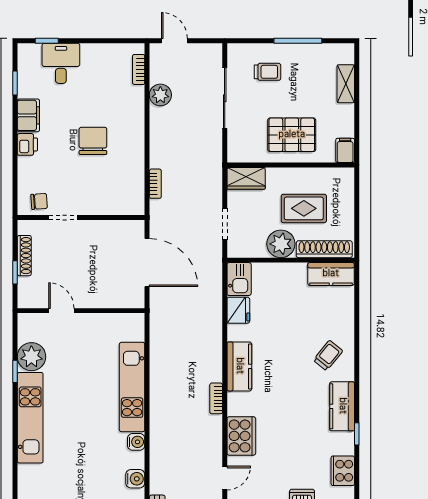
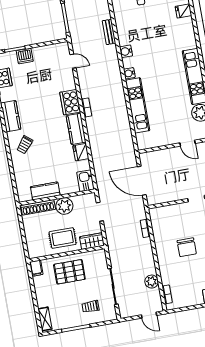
shelving: (346, 84) -> (45, 319), moved
rug: (304, 208) -> (63, 238), moved
kitchen counter: (331, 274) -> (45, 191), moved
fridge: (238, 310) -> (81, 152), moved
cooker: (241, 436) -> (70, 102), moved
door: (225, 478) -> (73, 61), swing flipped

